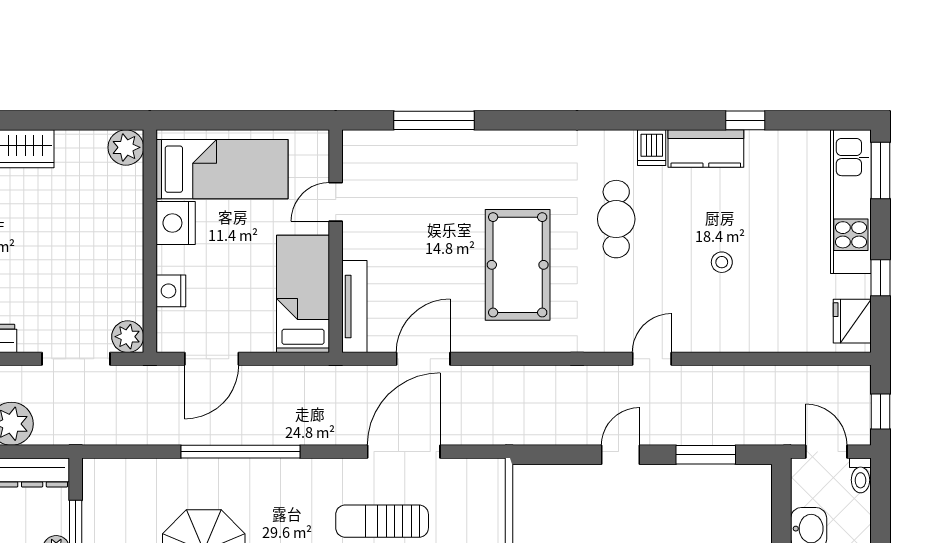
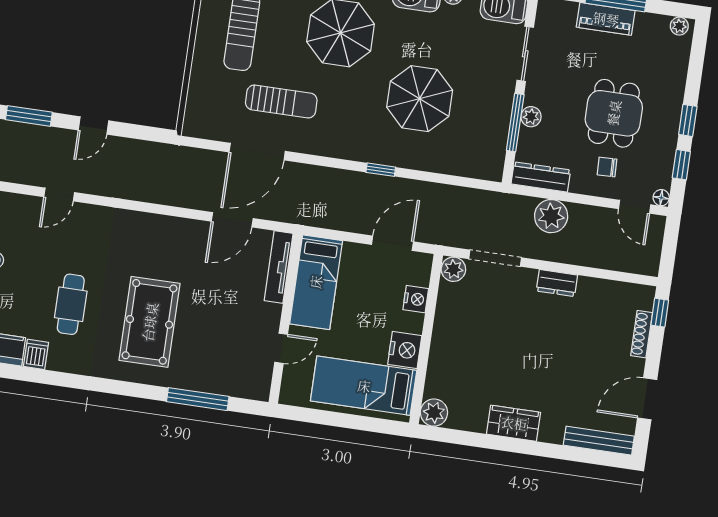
pool table: (518, 265) -> (150, 322), moved
window: (240, 452) -> (381, 170), width x0.32

